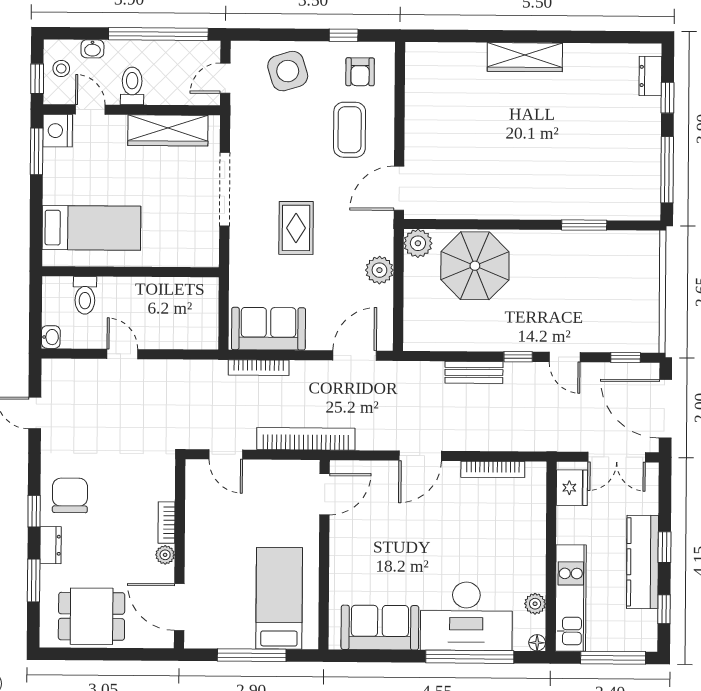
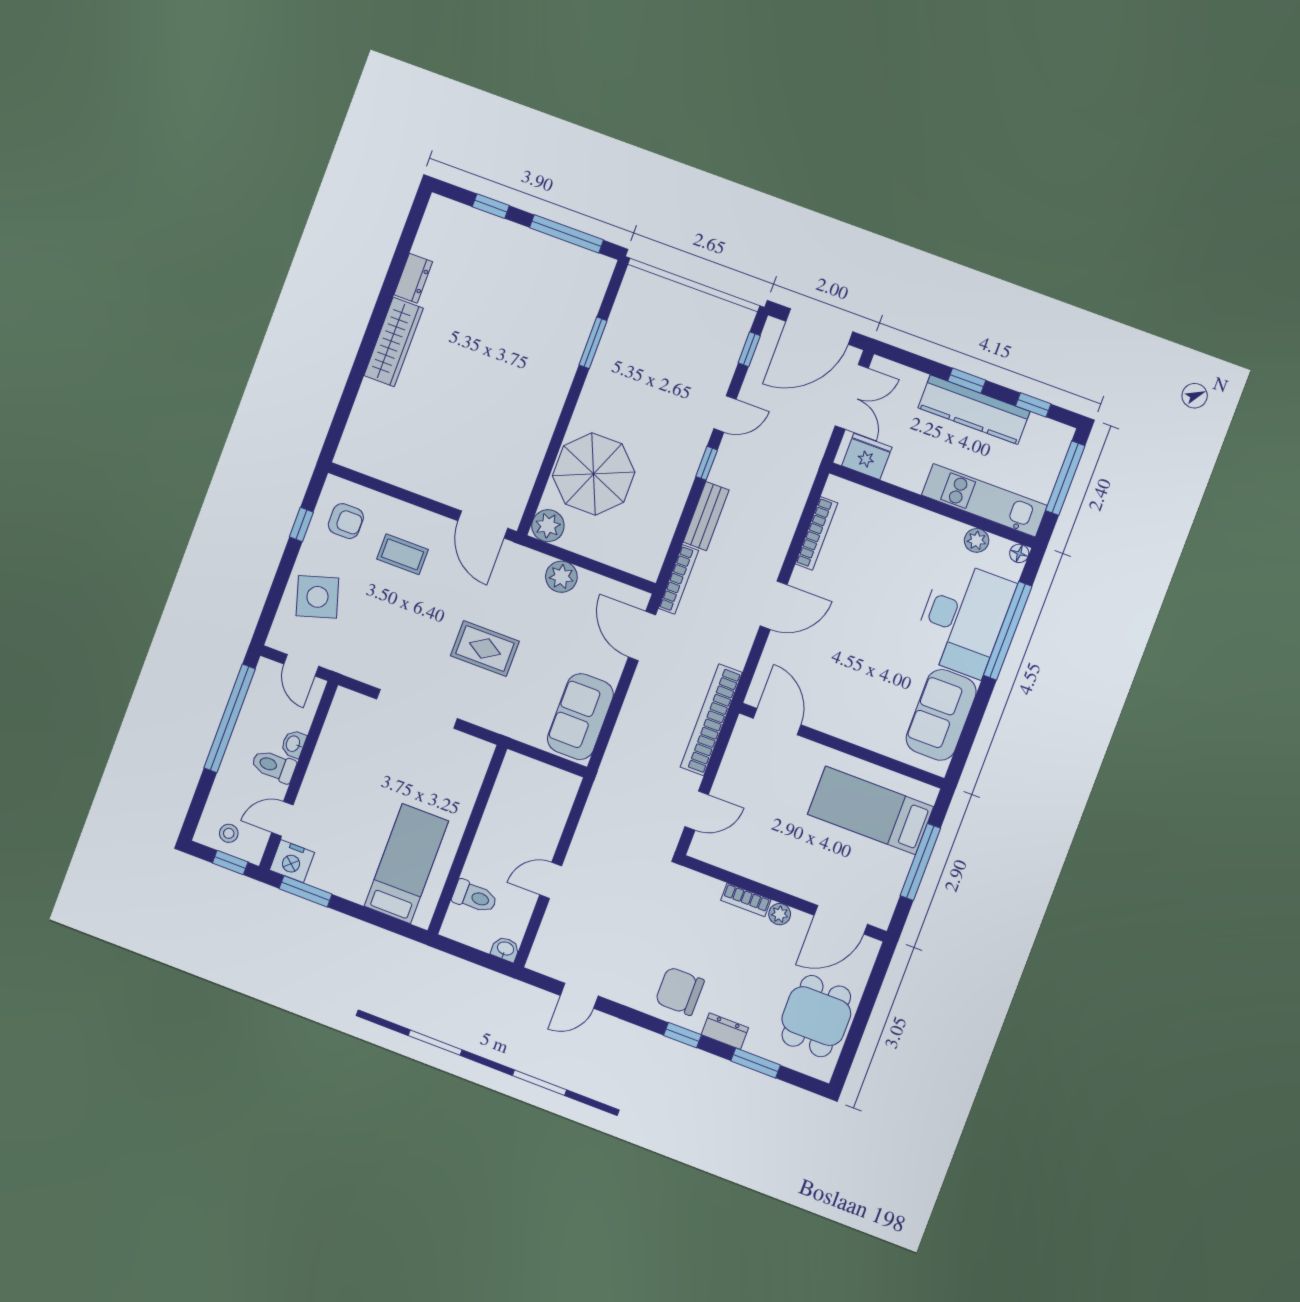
washbasin: (92, 49) -> (293, 744), moved, turned 180
dresser: (650, 76) -> (413, 278), moved, turned -90
wardrobe: (168, 130) -> (334, 746), removed
coffee table: (350, 130) -> (402, 554), width x0.73, depth x0.77
bookcase: (259, 368) -> (678, 579), moved
door: (420, 456) -> (774, 605), hinge flipped

